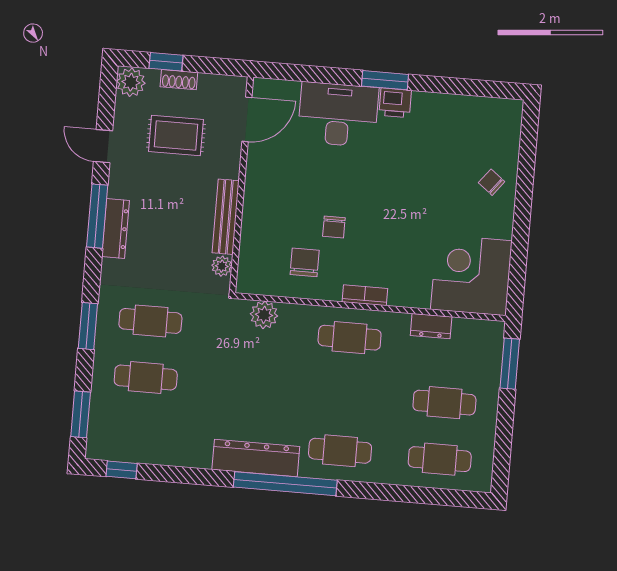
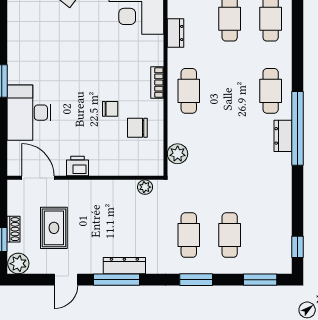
printer: (395, 103) -> (78, 166), moved, turned -90
bench: (226, 217) -> (109, 187), removed
dresser: (256, 458) -> (283, 136), width x0.51, depth x0.80

